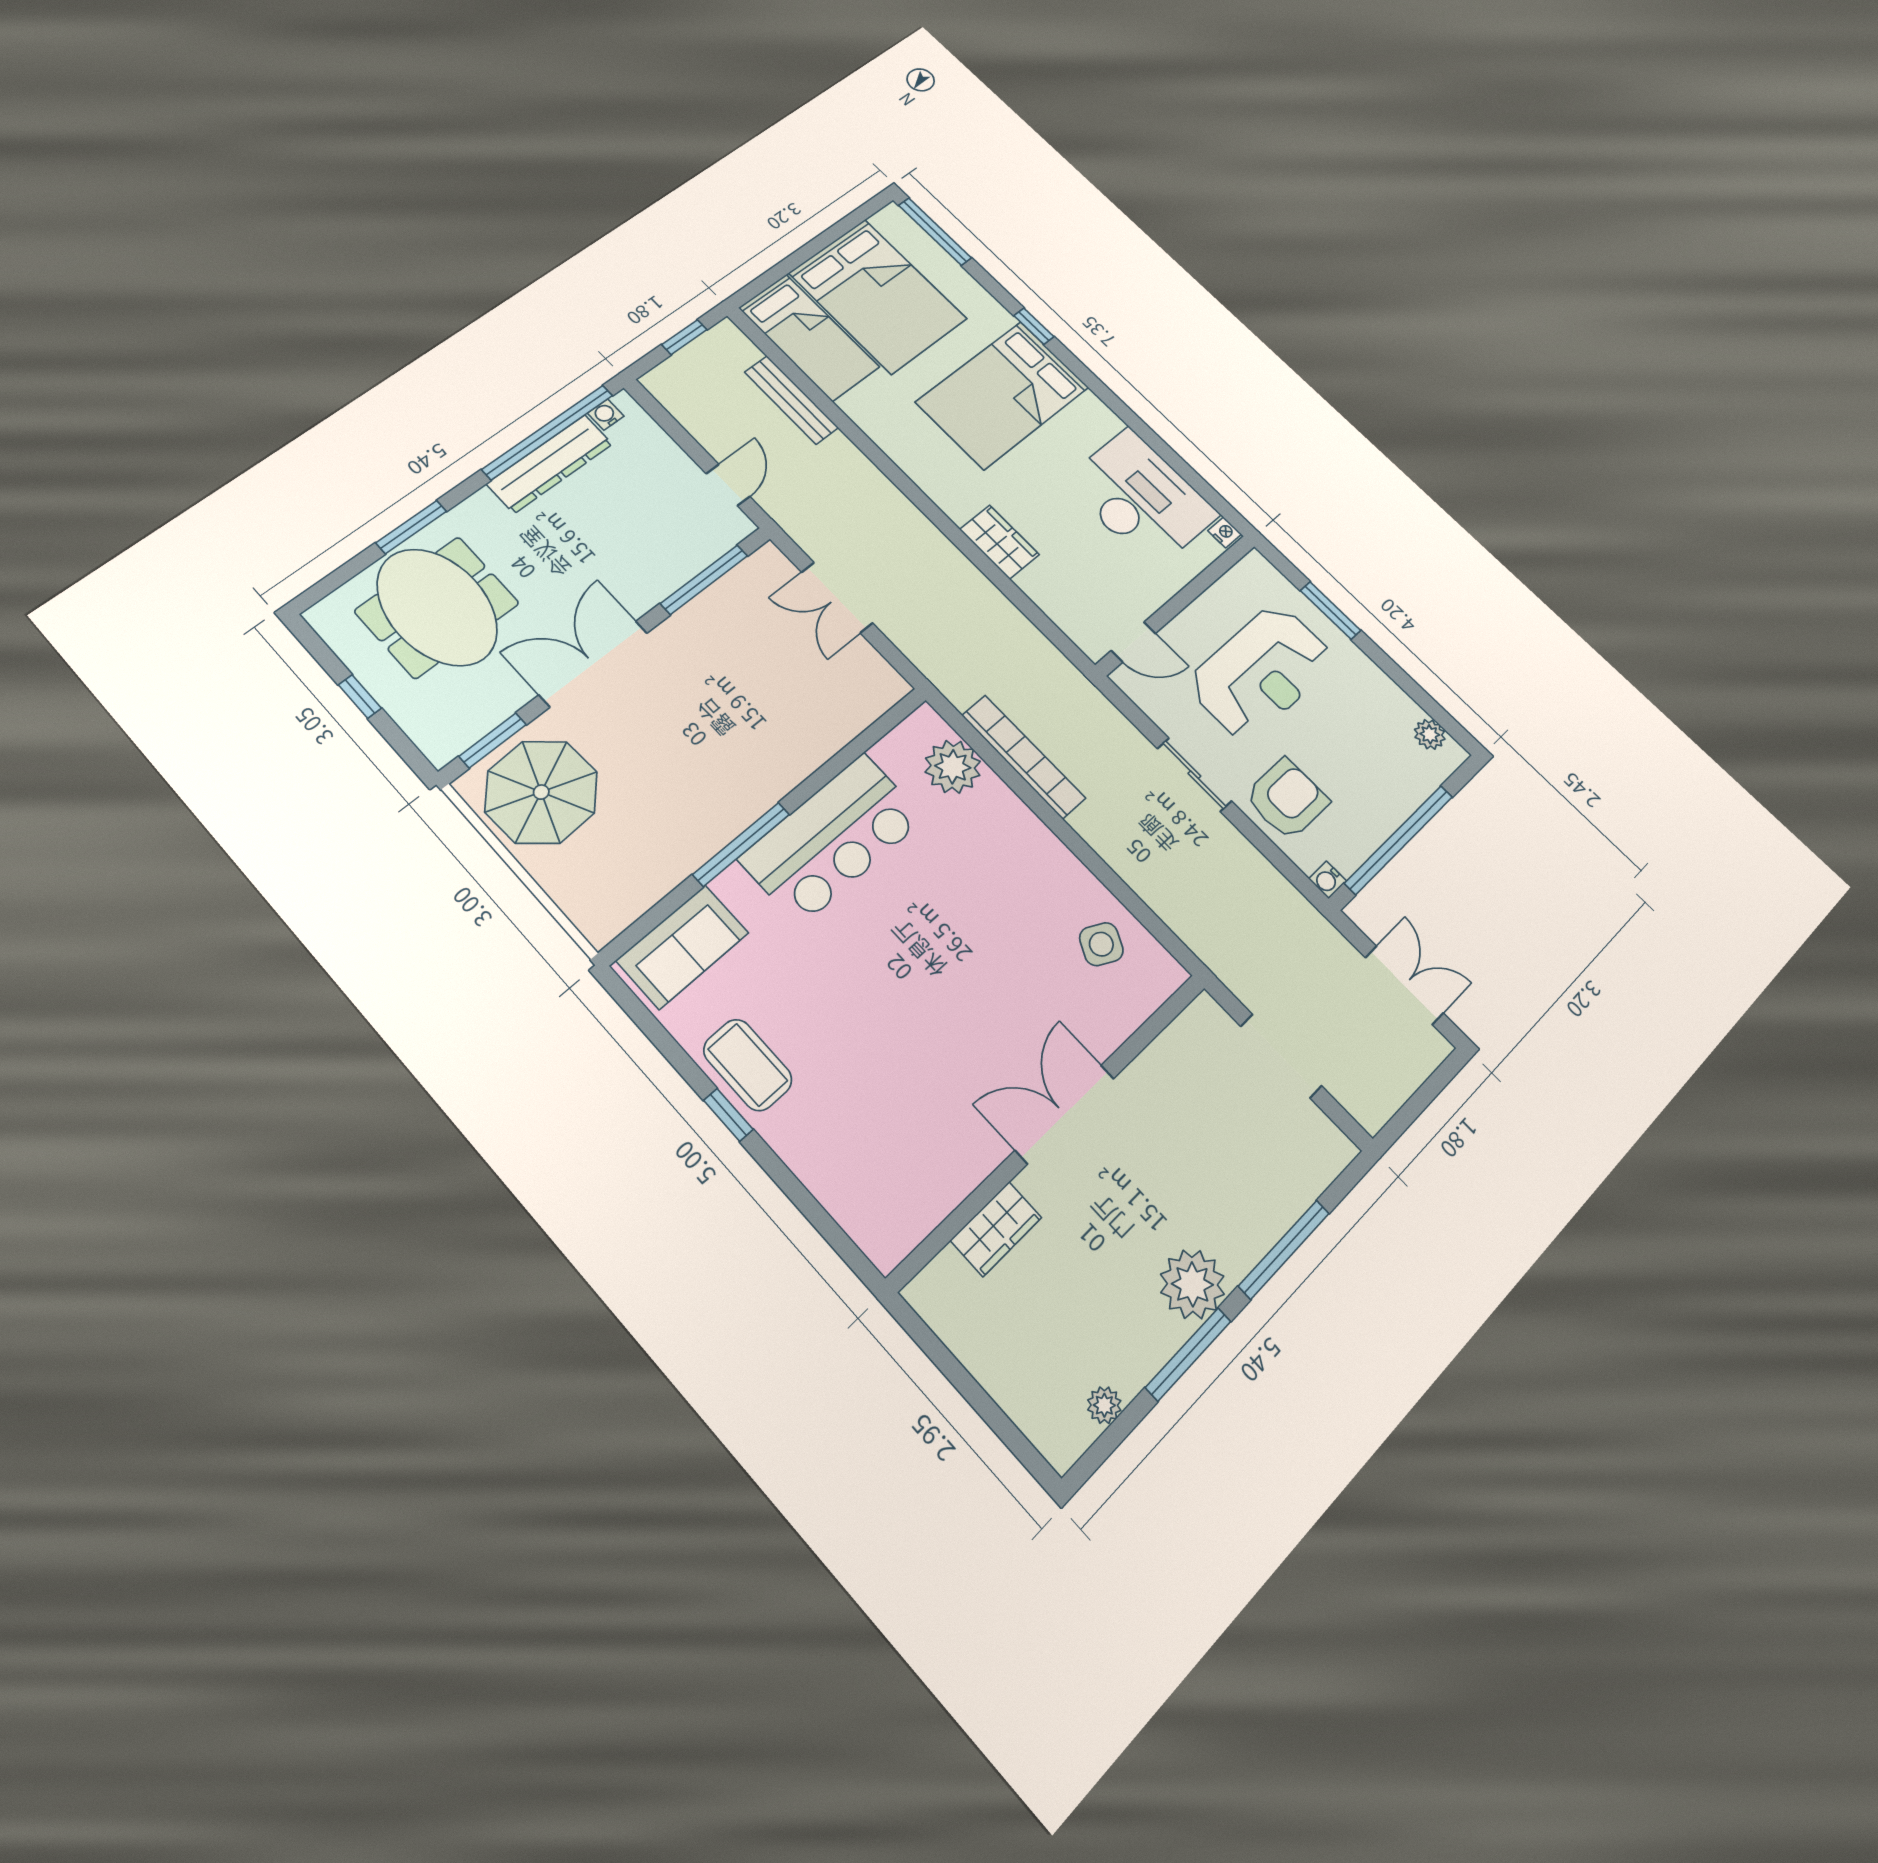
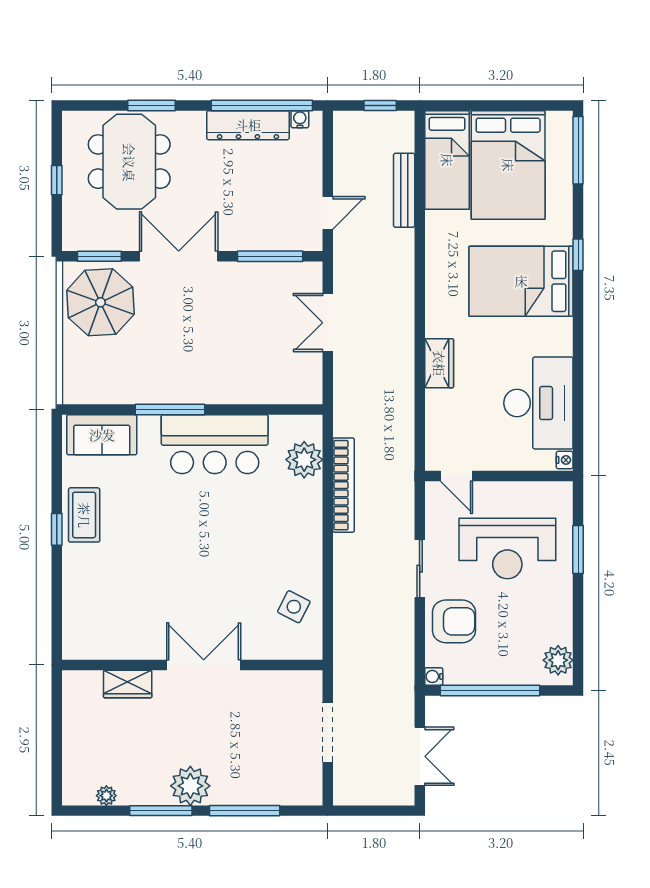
plant: (1430, 734) -> (558, 660), width x1.38, depth x1.38

